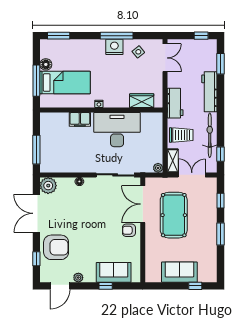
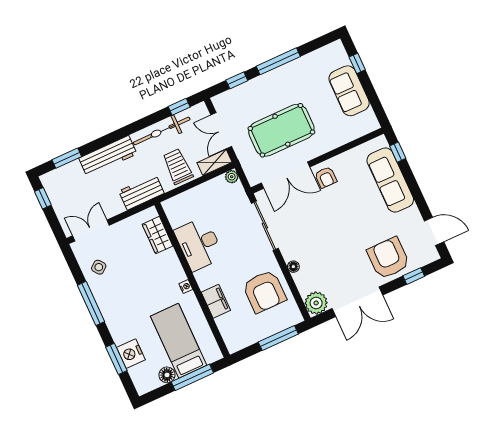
window: (59, 36) -> (116, 359), moved
nightstand: (114, 47) -> (131, 354), moved
desk: (117, 130) -> (199, 244), width x0.73, depth x0.77
armchair: (72, 155) -> (264, 291), added
window: (221, 234) -> (278, 61), width x1.44
sofa: (114, 272) -> (390, 180), width x1.36
plant: (78, 278) -> (413, 213), removed
window: (106, 286) -> (398, 152), moved

